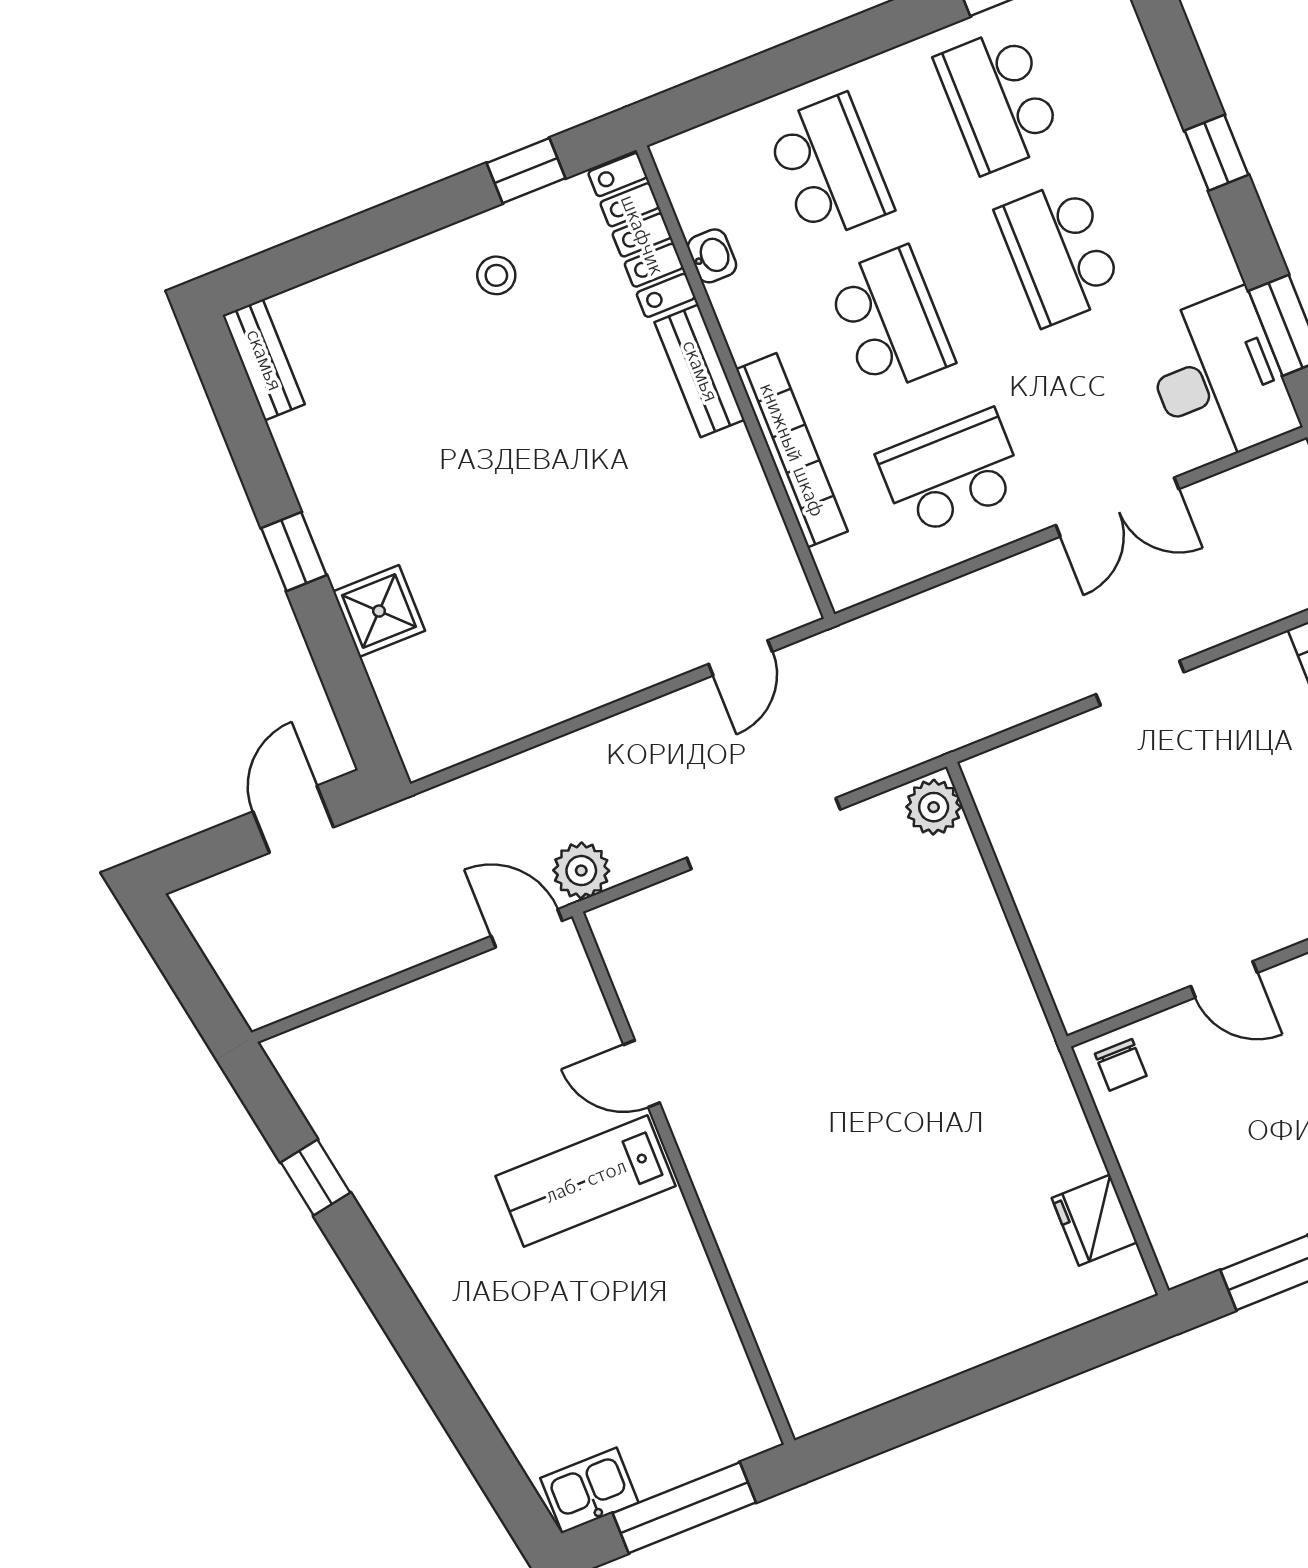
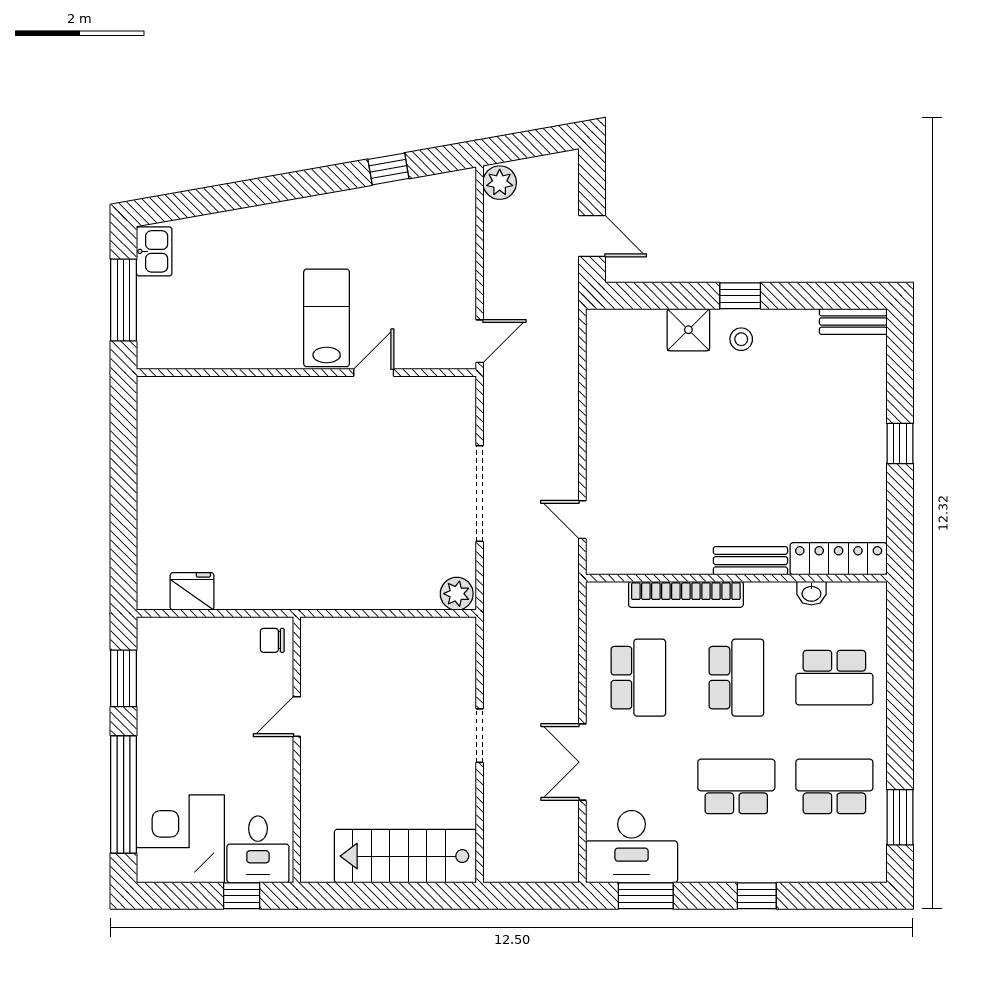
window: (526, 171) -> (900, 443), moved
stool: (496, 275) -> (741, 339), moved
school desk: (890, 320) -> (736, 678), turned -90
plant: (581, 871) -> (500, 183), moved

